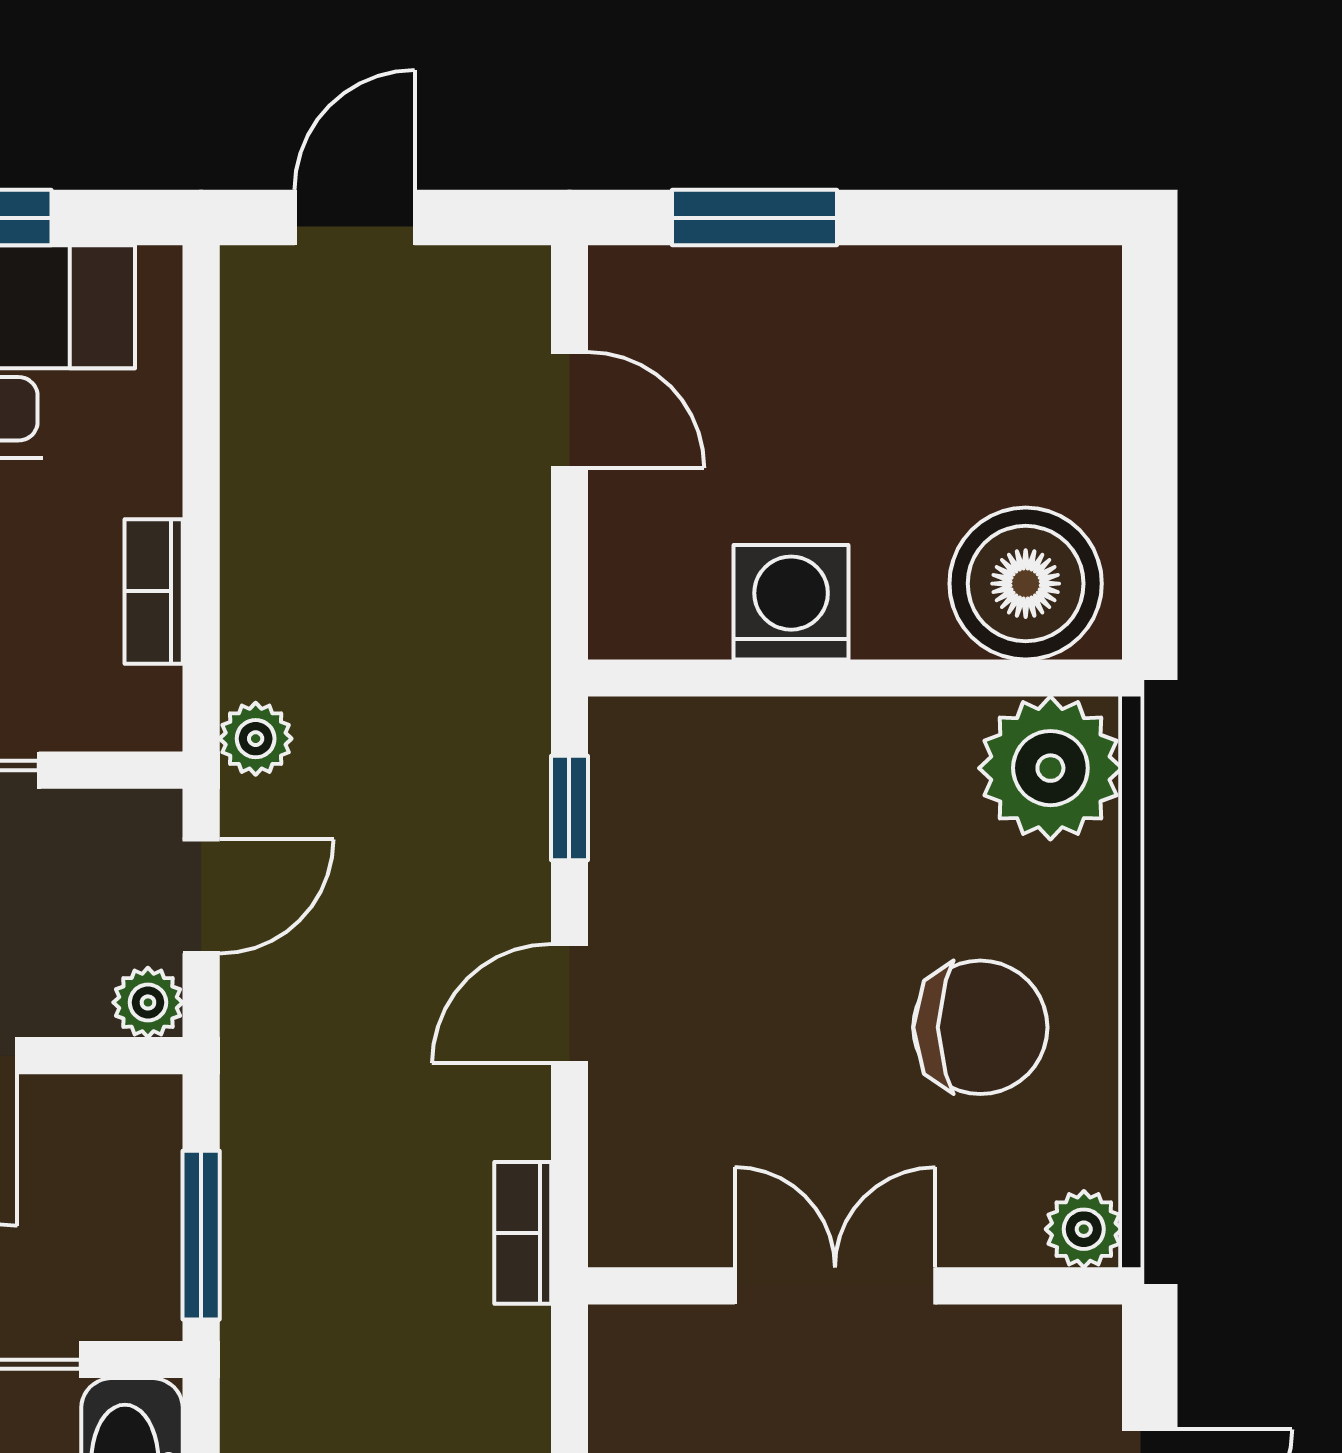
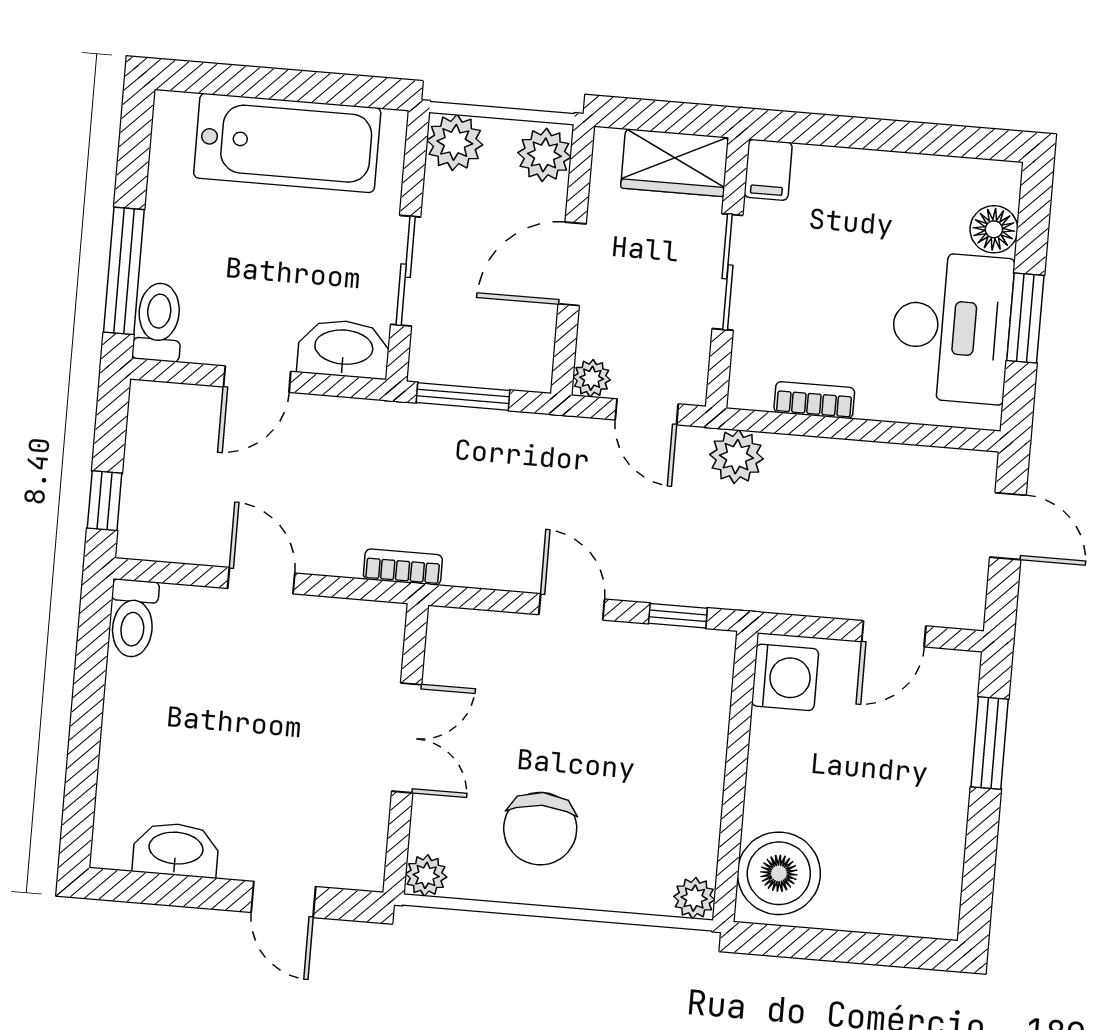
washing machine: (791, 602) -> (785, 677), moved
plant: (256, 739) -> (737, 457), width x1.38, depth x1.38
plant: (1050, 768) -> (694, 898), width x0.53, depth x0.53
bookcase: (523, 1233) -> (403, 567), moved

